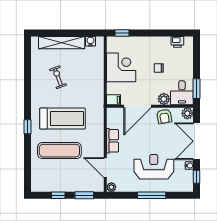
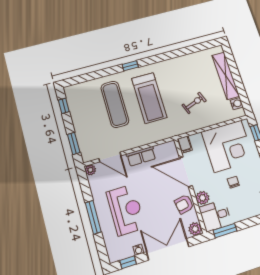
corner desk: (121, 67) -> (228, 146), width x1.36, depth x1.36
exercise bike: (58, 77) -> (194, 103), moved
door: (105, 168) -> (110, 157), swing flipped
window: (58, 195) -> (64, 106), moved

